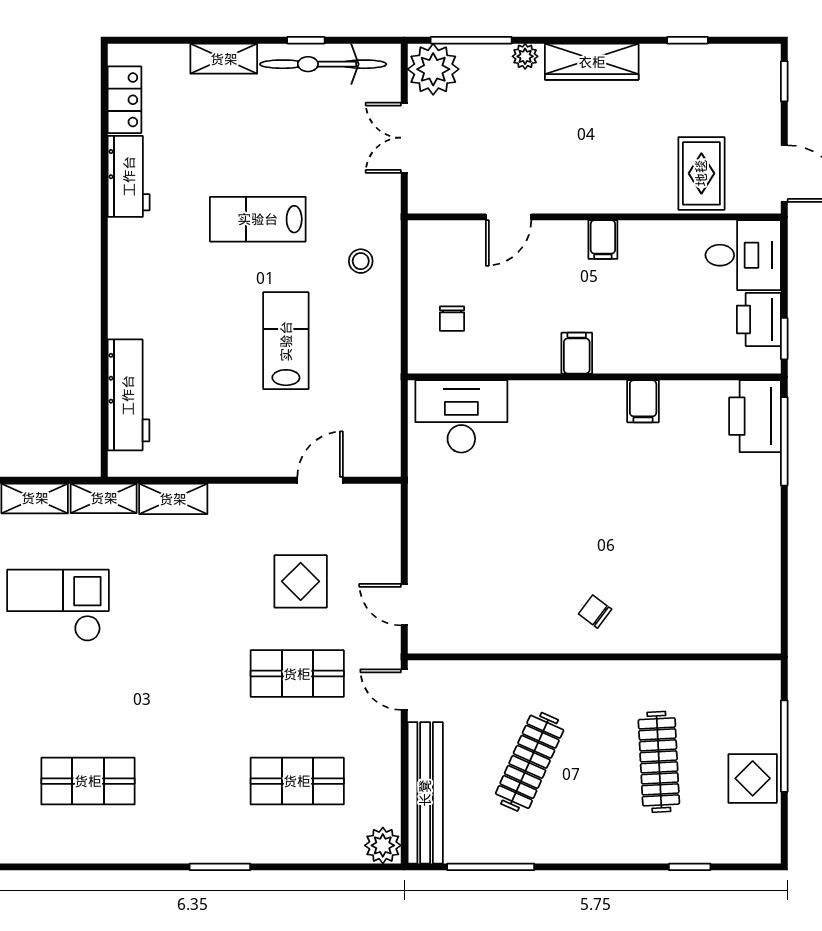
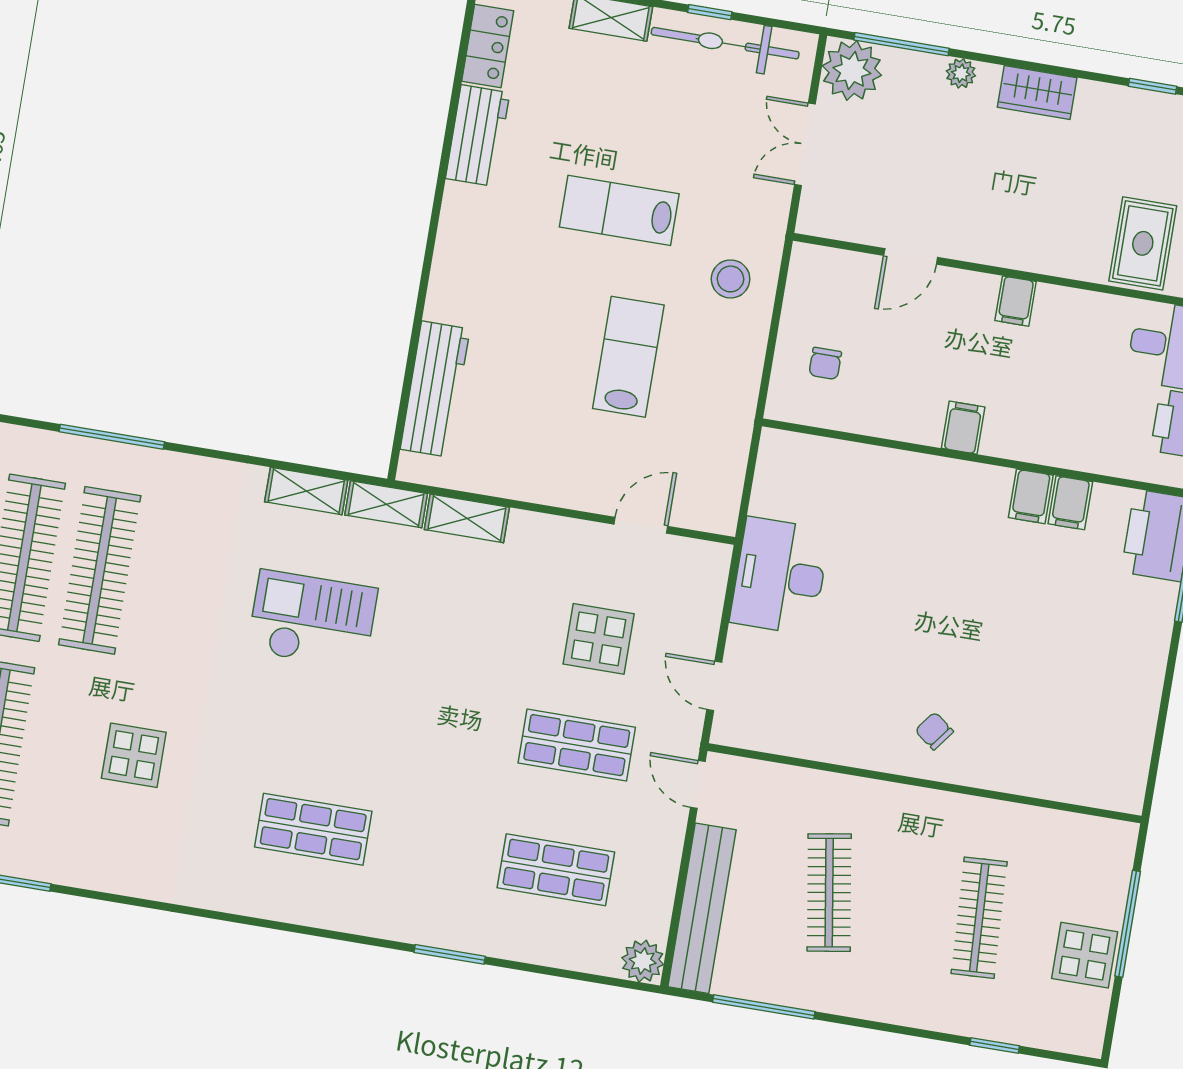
wardrobe: (592, 62) -> (1037, 93), width x0.67
stool: (361, 261) -> (731, 279), width x1.37, depth x1.37
filing cabinet: (677, 401) -> (1070, 503), added
desk: (461, 416) -> (780, 576), moved, turned -90
clothes rail: (530, 762) -> (829, 893), turned -33

